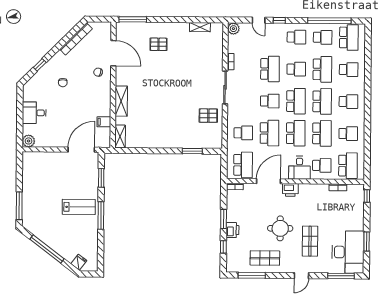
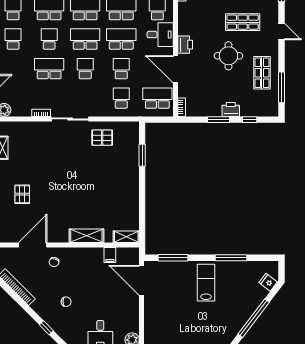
pallet: (208, 116) -> (102, 138), turned 90
school desk: (270, 133) -> (121, 69), width x0.54
window: (101, 178) -> (173, 258), width x1.44
window: (101, 215) -> (231, 258), moved

